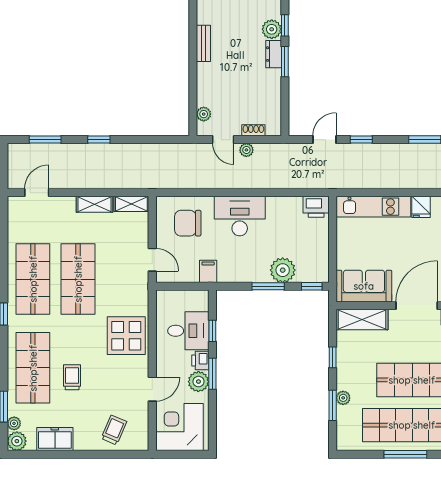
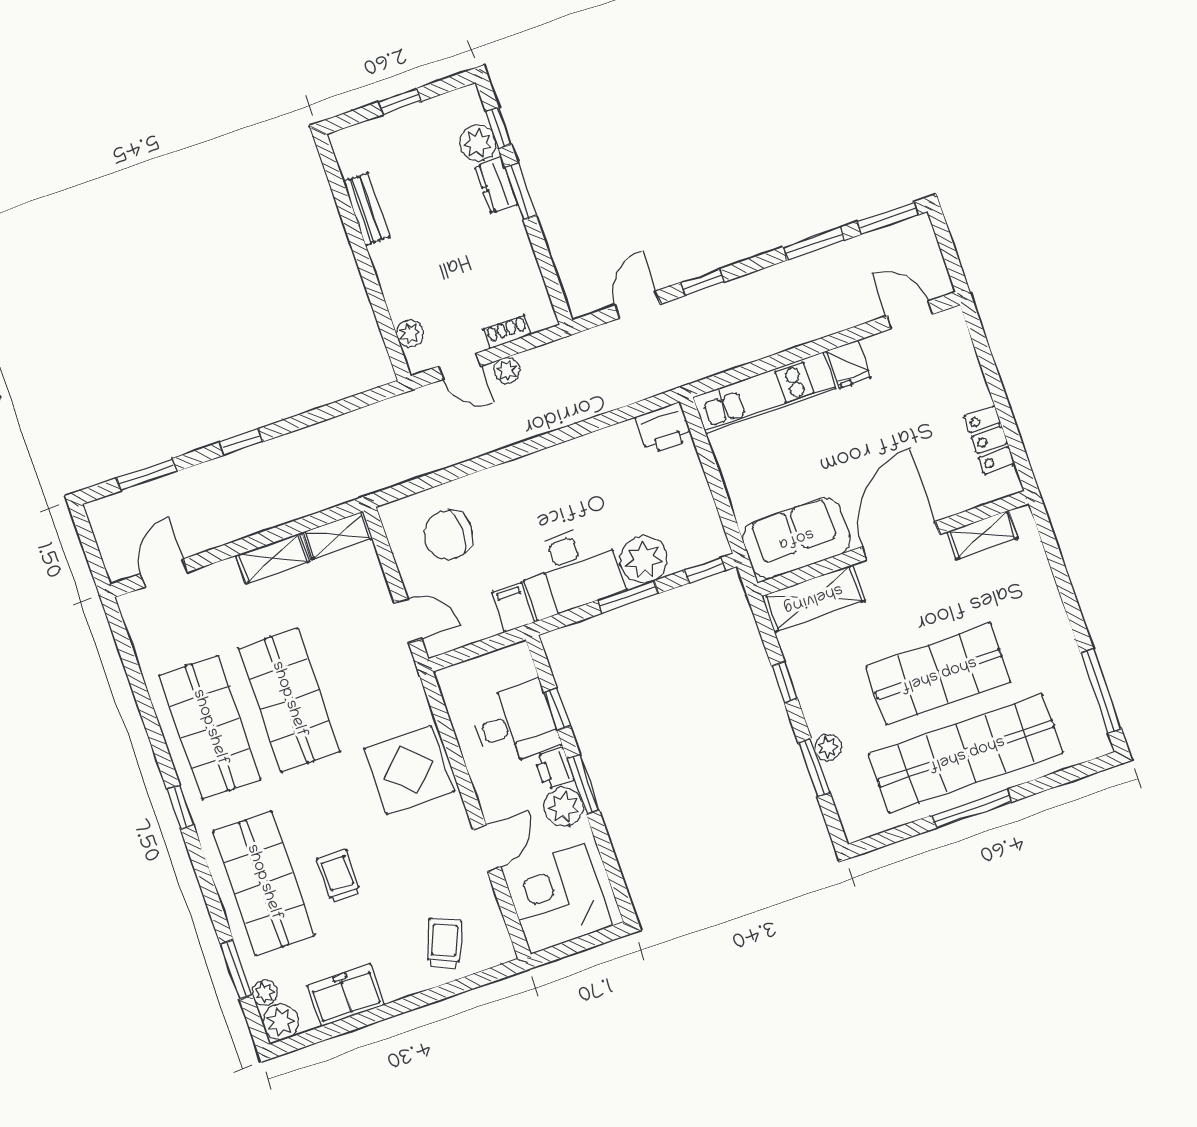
desk: (240, 216) -> (570, 571), moved, turned 180

